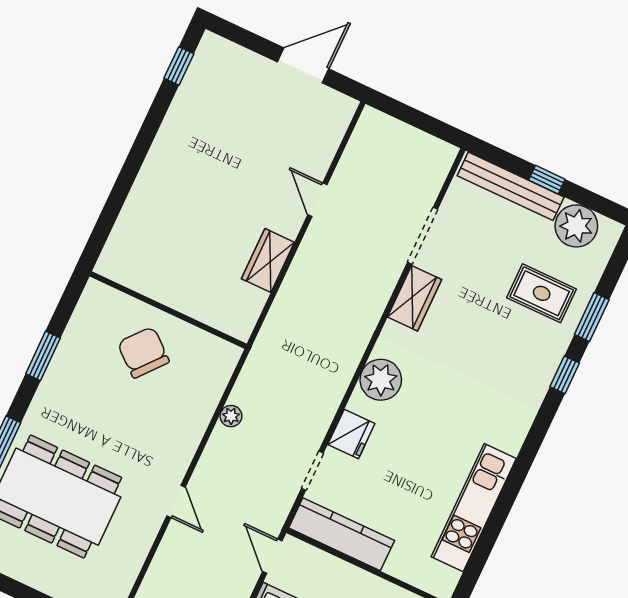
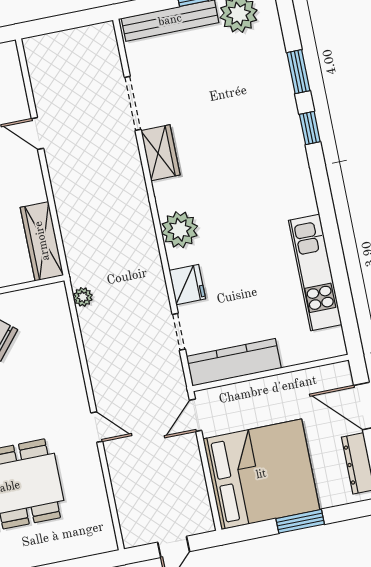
wardrobe: (268, 260) -> (42, 241), moved, width x1.50
rug: (542, 293) -> (250, 81), removed
plant: (231, 416) -> (83, 297), moved
door: (272, 556) -> (196, 415), hinge flipped

